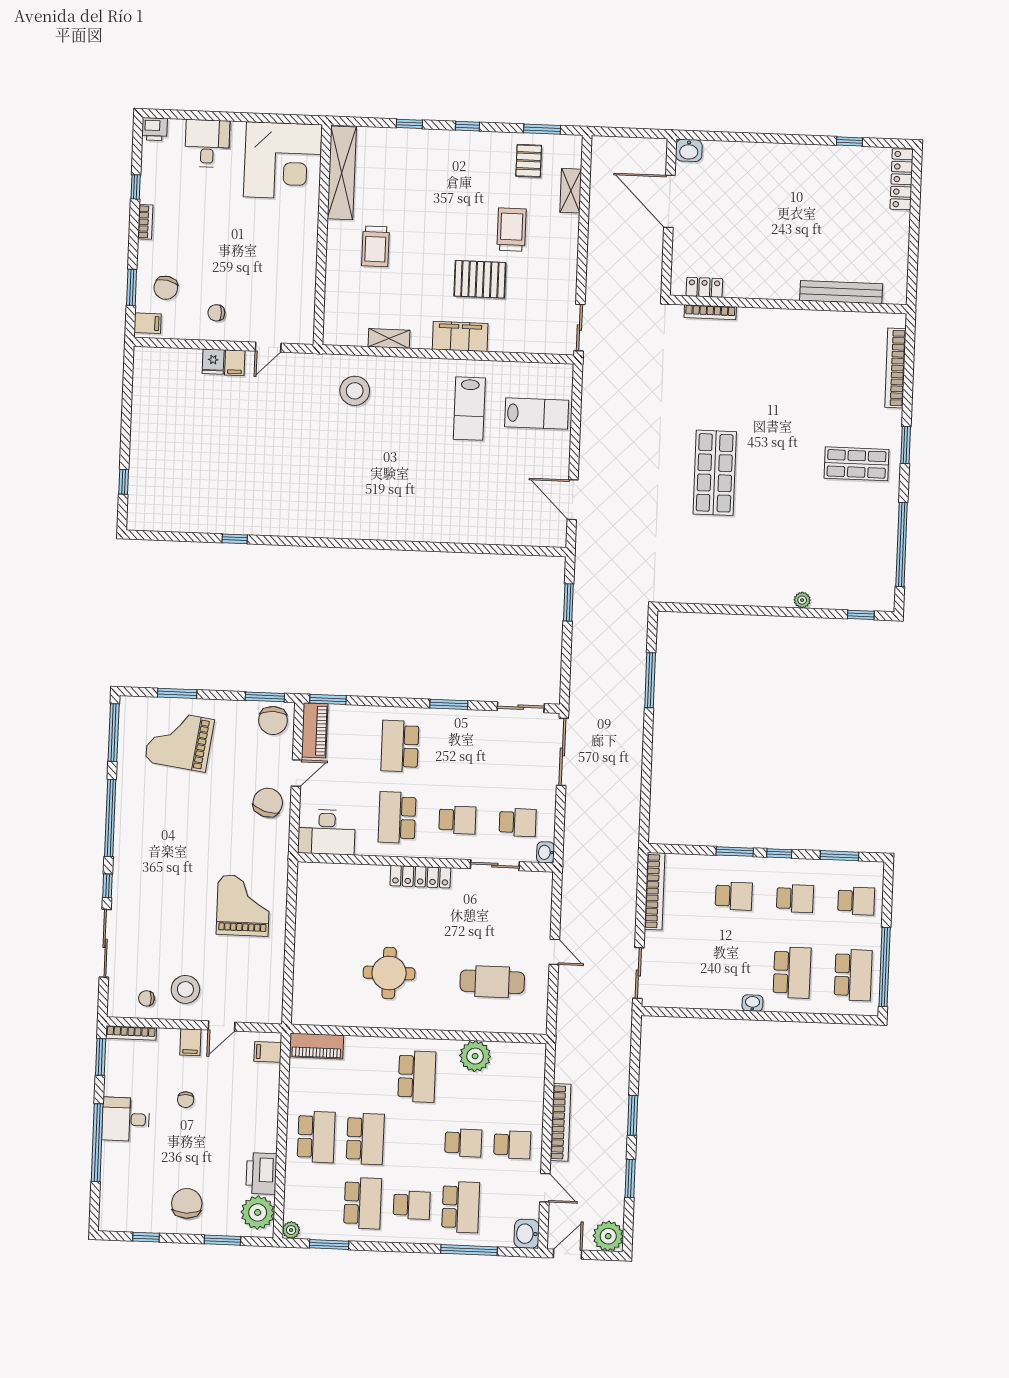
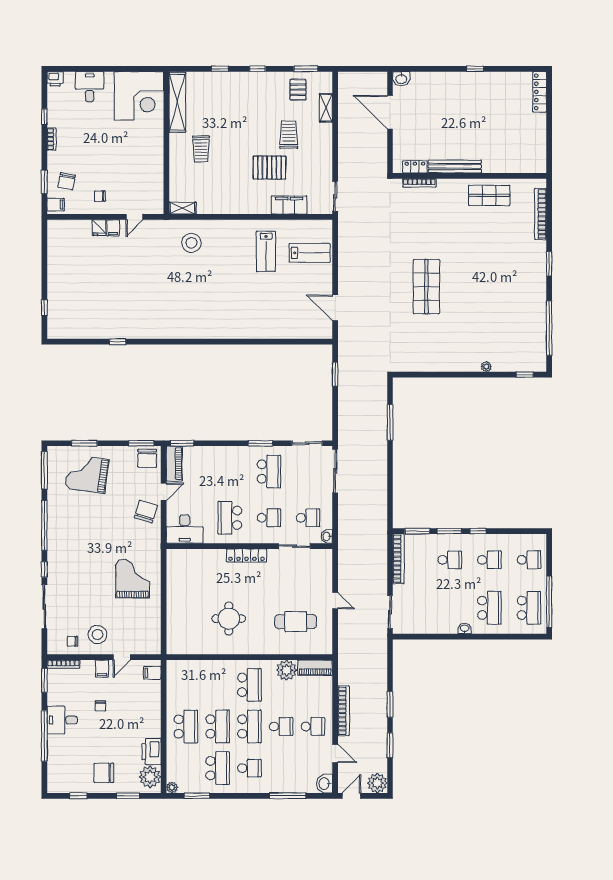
window: (849, 141) -> (475, 69), moved
bench: (841, 292) -> (455, 166), moved
filing cabinet: (460, 336) -> (289, 205), moved
shelving: (389, 338) -> (182, 208), moved
shop shelf: (856, 464) -> (489, 195), moved
school desk: (400, 746) -> (269, 472), moved, turned 180
window: (839, 856) -> (417, 531), moved
piano: (317, 1046) -> (315, 668), moved
chair: (187, 1203) -> (104, 773), turned -90
school desk: (461, 1207) -> (249, 726), moved

